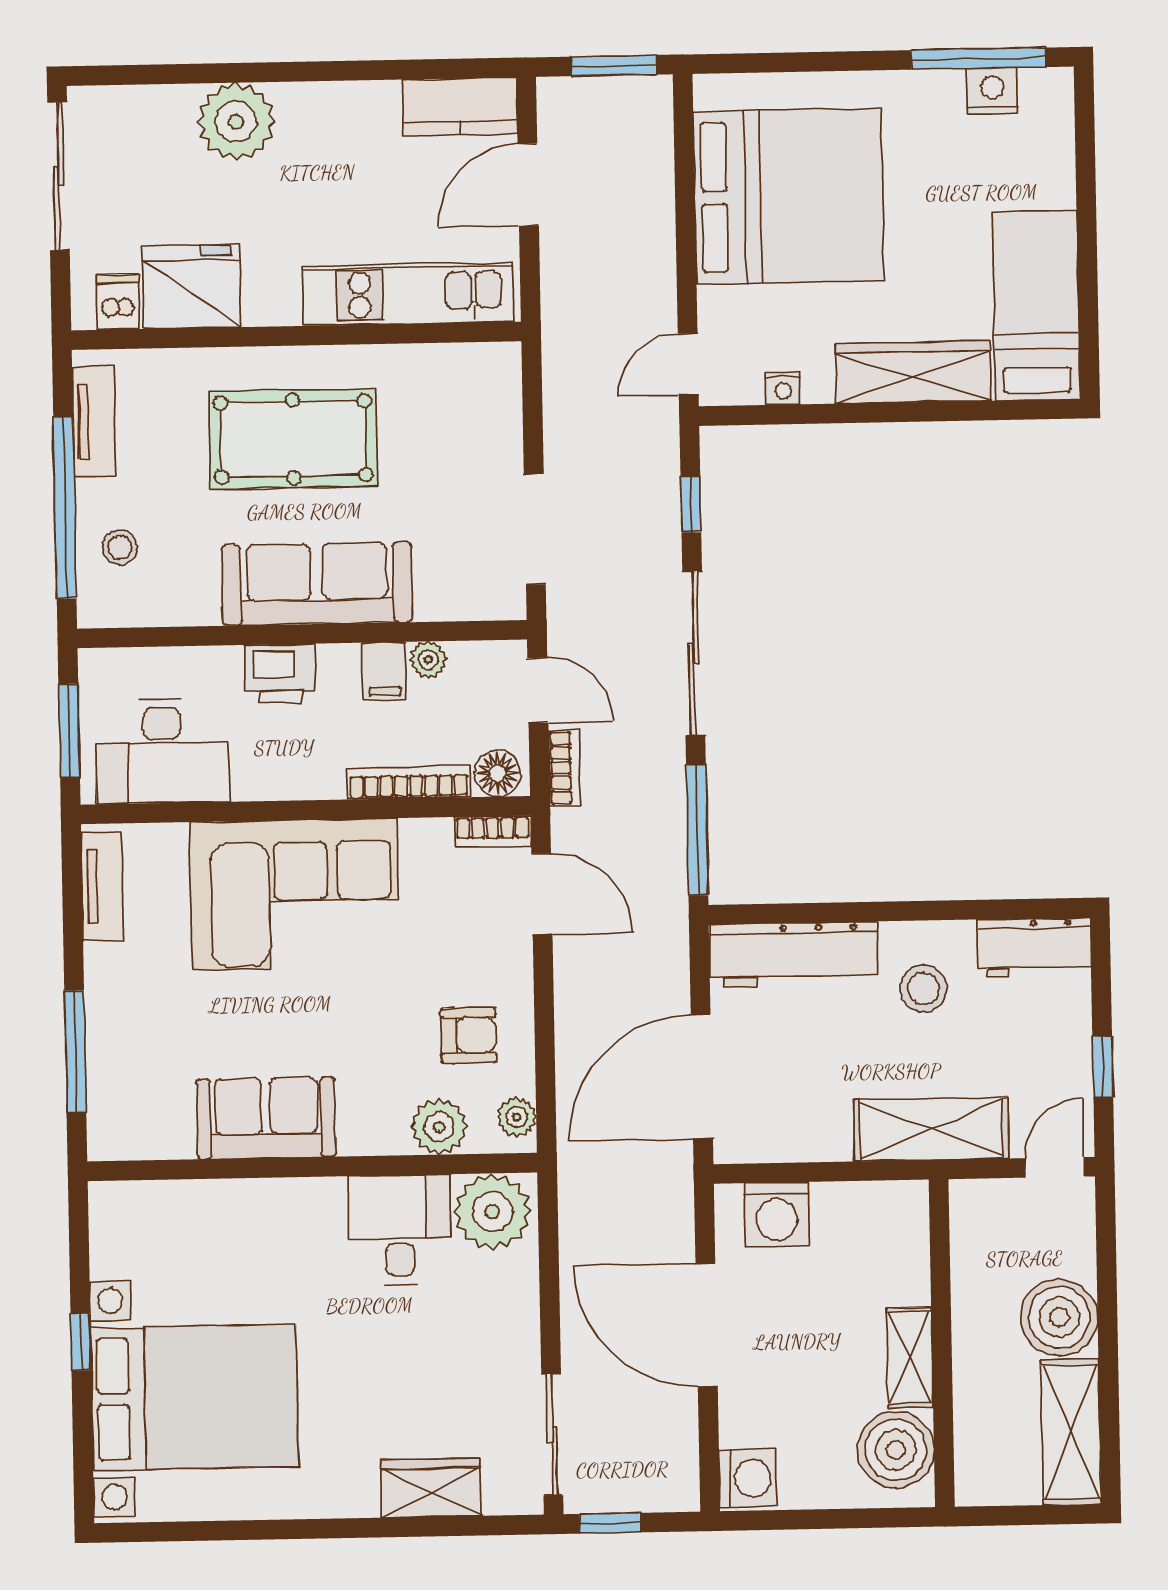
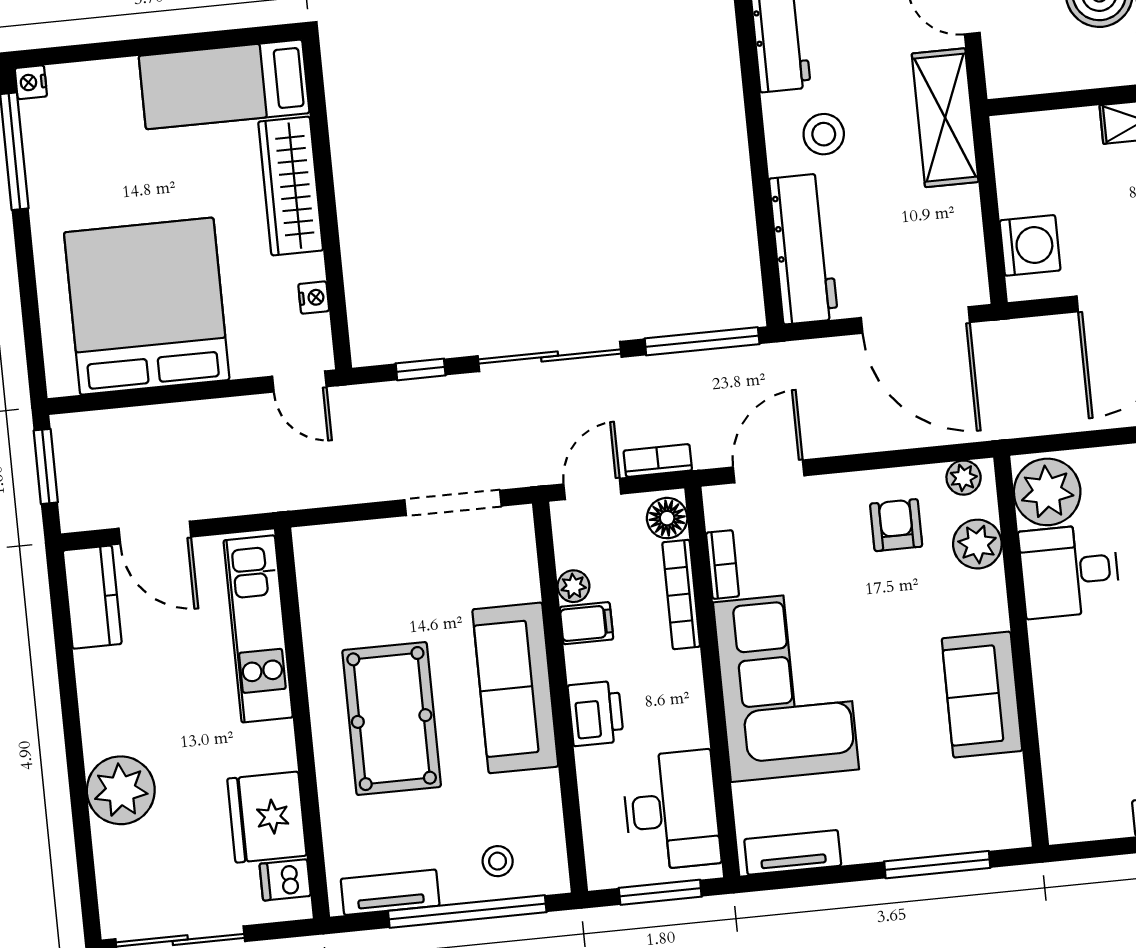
nightstand: (992, 91) -> (31, 82), moved, width x0.72, depth x0.74
bookcase: (492, 832) -> (723, 565), moved

